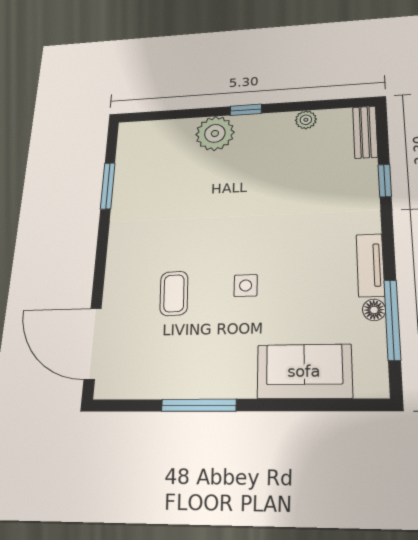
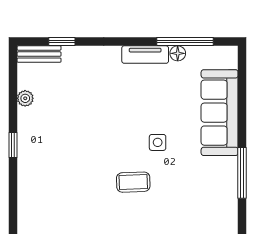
plant: (215, 133) -> (32, 169), removed
window: (385, 181) -> (62, 42), moved
coffee table: (174, 293) -> (133, 182), moved
sofa: (304, 371) -> (220, 113), width x1.36

